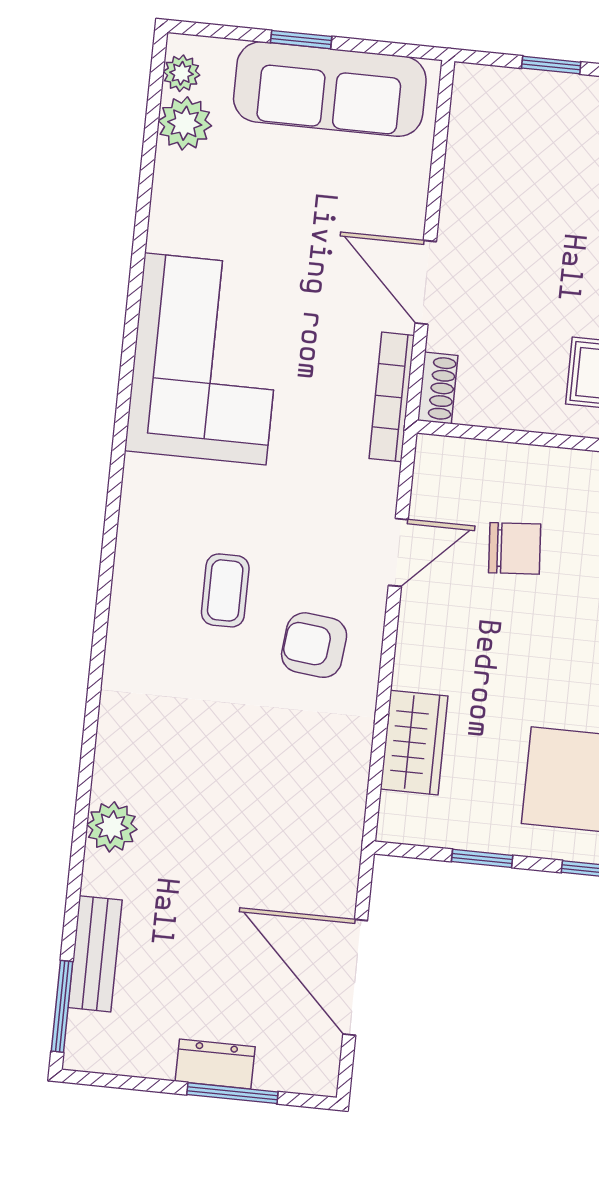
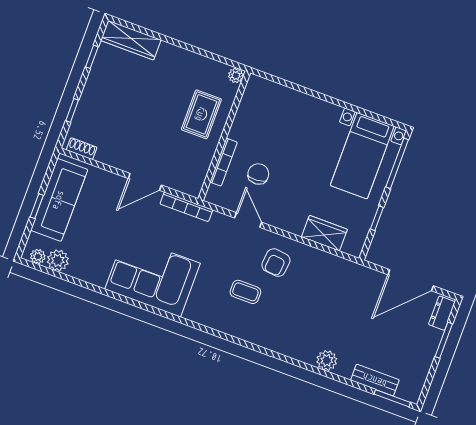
shoe rack: (438, 388) -> (82, 149), moved
bookcase: (521, 458) -> (224, 162), added
dresser: (215, 1064) -> (442, 313), moved

